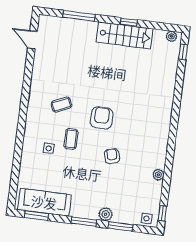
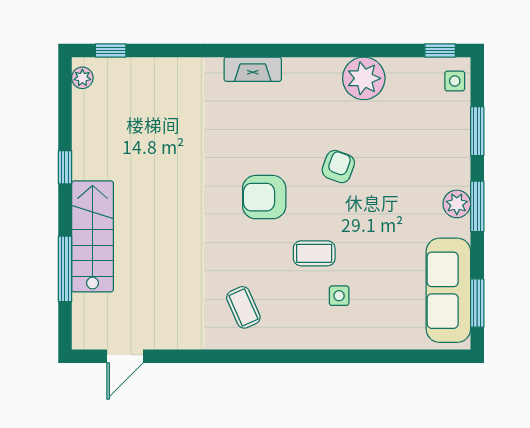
stairs: (125, 35) -> (93, 236), moved
coffee table: (61, 105) -> (243, 307), moved
fireplace: (165, 120) -> (253, 69), added
armchair: (112, 156) -> (338, 167), turned 125
plant: (158, 175) -> (364, 78), width x1.87, depth x1.87
plant: (106, 214) -> (457, 204), moved

